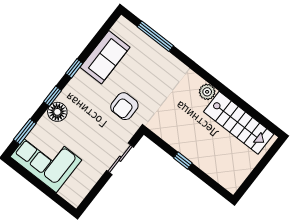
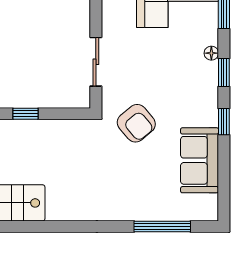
plant: (207, 92) -> (58, 210), removed
armchair: (124, 106) -> (136, 123), turned 140
floor lamp: (57, 112) -> (211, 53), width x0.53, depth x0.53

